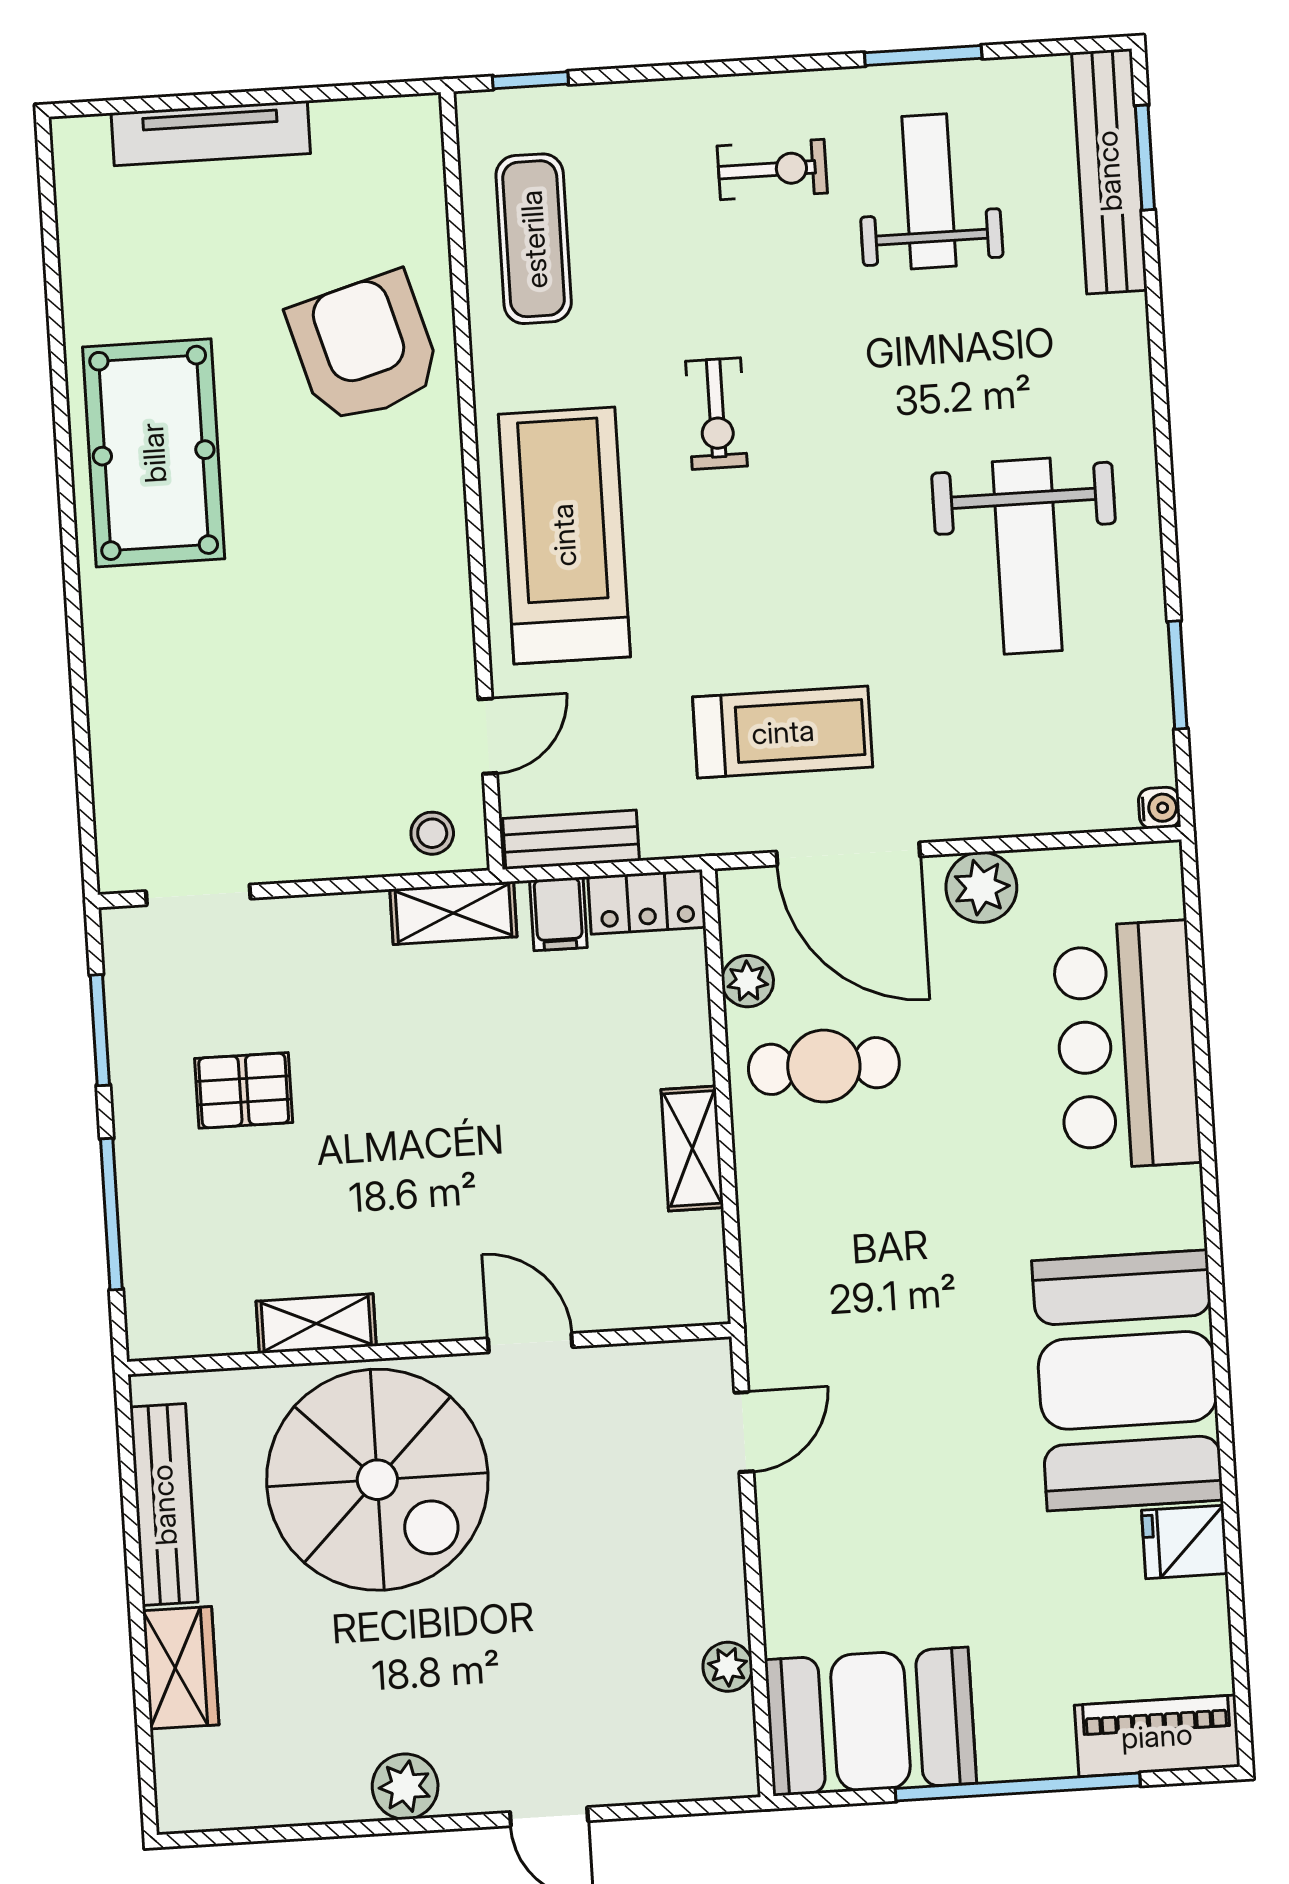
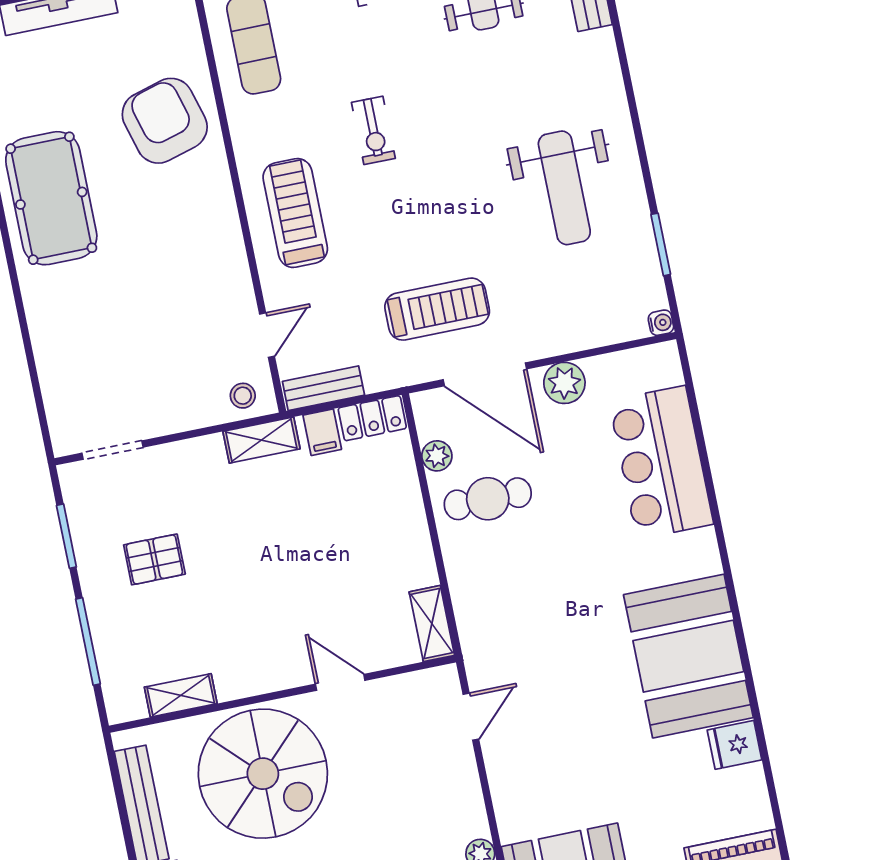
treadmill: (564, 535) -> (295, 213), width x0.73, depth x0.73
shelving: (692, 1148) -> (432, 624), moved
shelving: (316, 1324) -> (181, 695), moved

